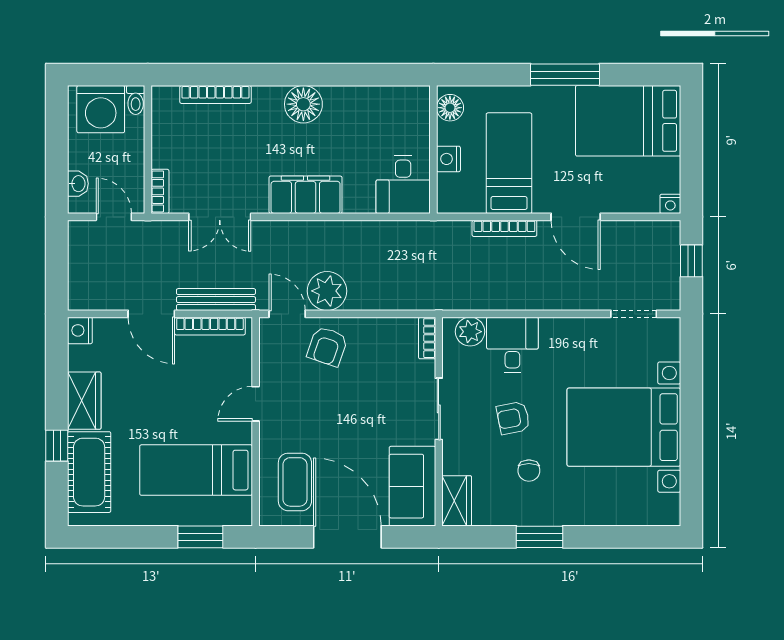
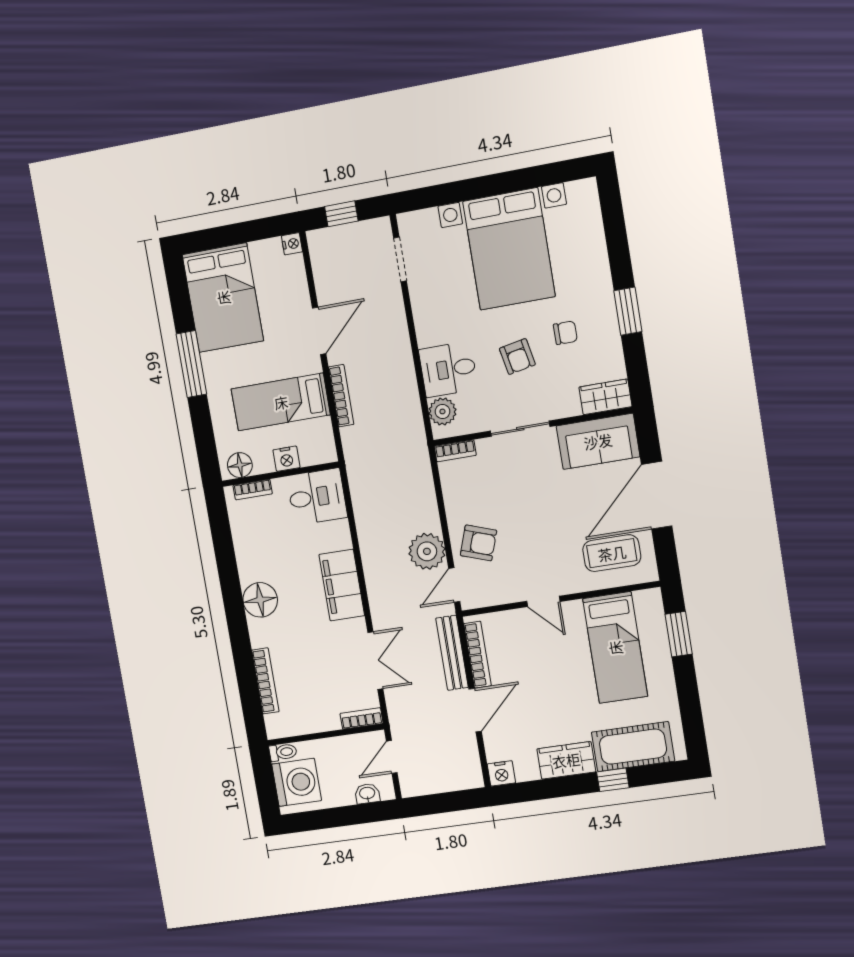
bookcase: (422, 117) -> (253, 489), added

